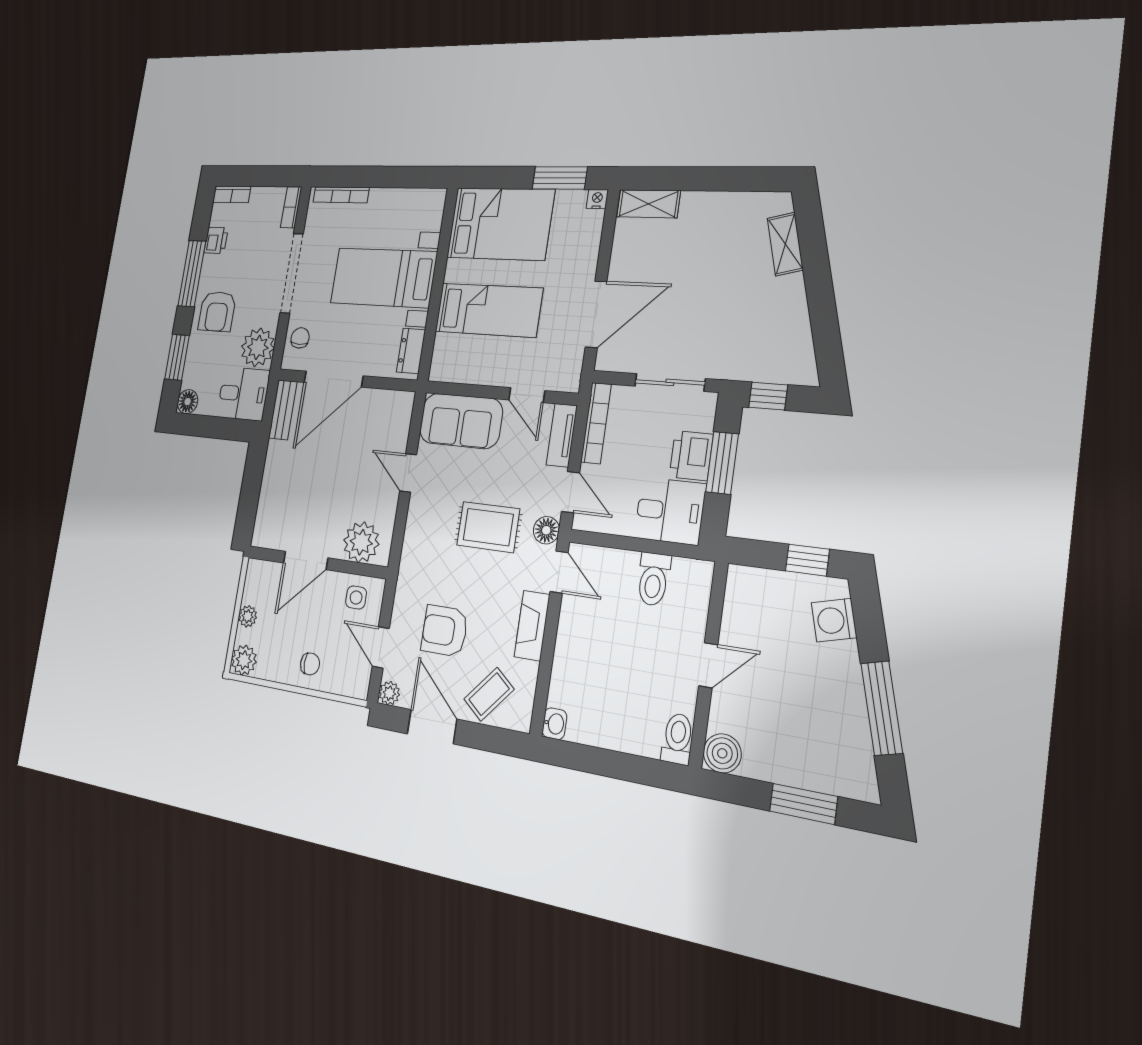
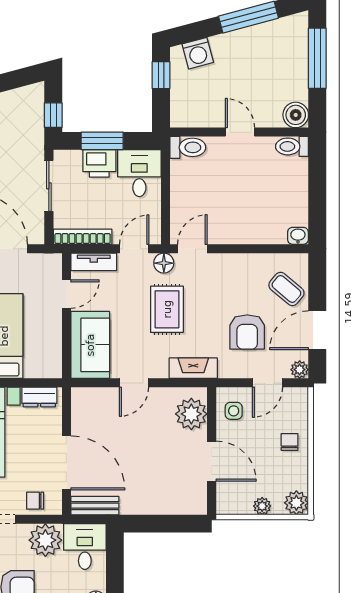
toilet: (653, 579) -> (188, 147), moved
fireplace: (532, 626) -> (193, 368), moved, turned 180
window: (804, 804) -> (317, 58), width x1.44

